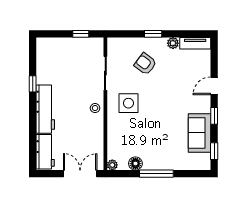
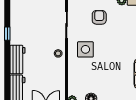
armchair: (145, 64) -> (99, 17), turned 53
workbench: (45, 109) -> (18, 60), width x0.73

